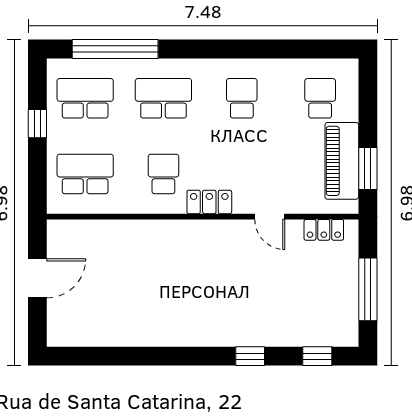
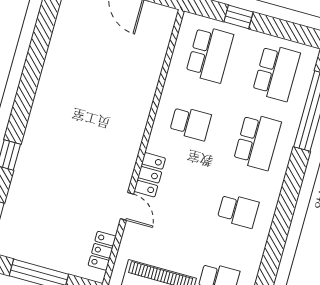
window: (37, 124) -> (238, 17), moved
locker: (209, 202) -> (150, 175), moved
door: (270, 217) -> (127, 206), swing flipped

